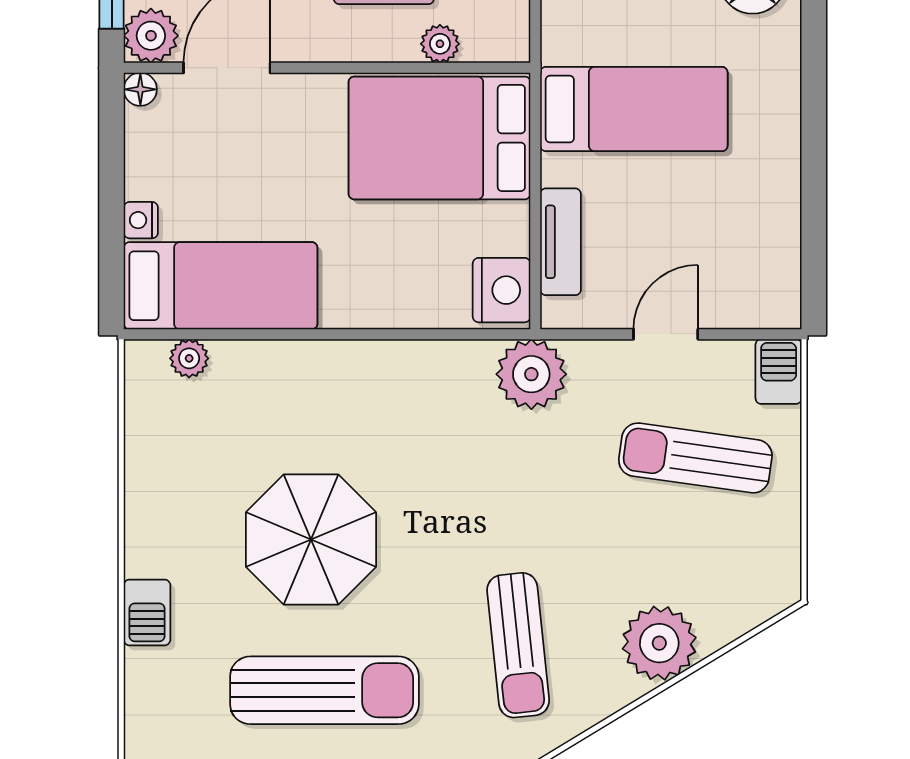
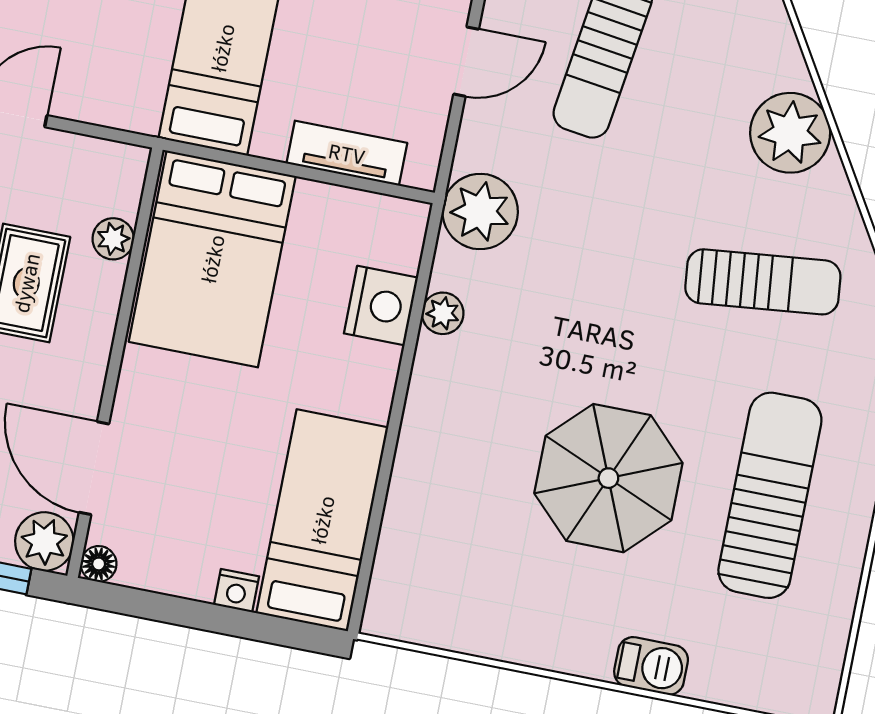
nightstand: (502, 290) -> (381, 306), moved, turned 90
door: (666, 334) -> (466, 62), swing flipped
plant: (189, 358) -> (443, 313), moved

